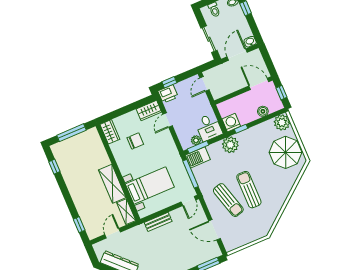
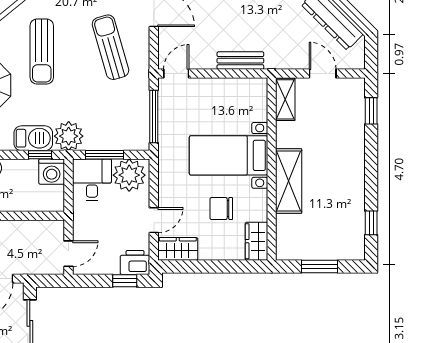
window: (72, 133) -> (320, 266), width x0.69
plant: (196, 140) -> (129, 175), width x1.88, depth x1.88
window: (198, 147) -> (104, 155), moved
barbecue: (198, 157) -> (33, 138), moved
shelving: (112, 184) -> (289, 181), moved
bed with nightstands: (150, 186) -> (228, 155), moved
sun lounger: (249, 190) -> (42, 51), moved
door: (113, 233) -> (323, 74), swing flipped

